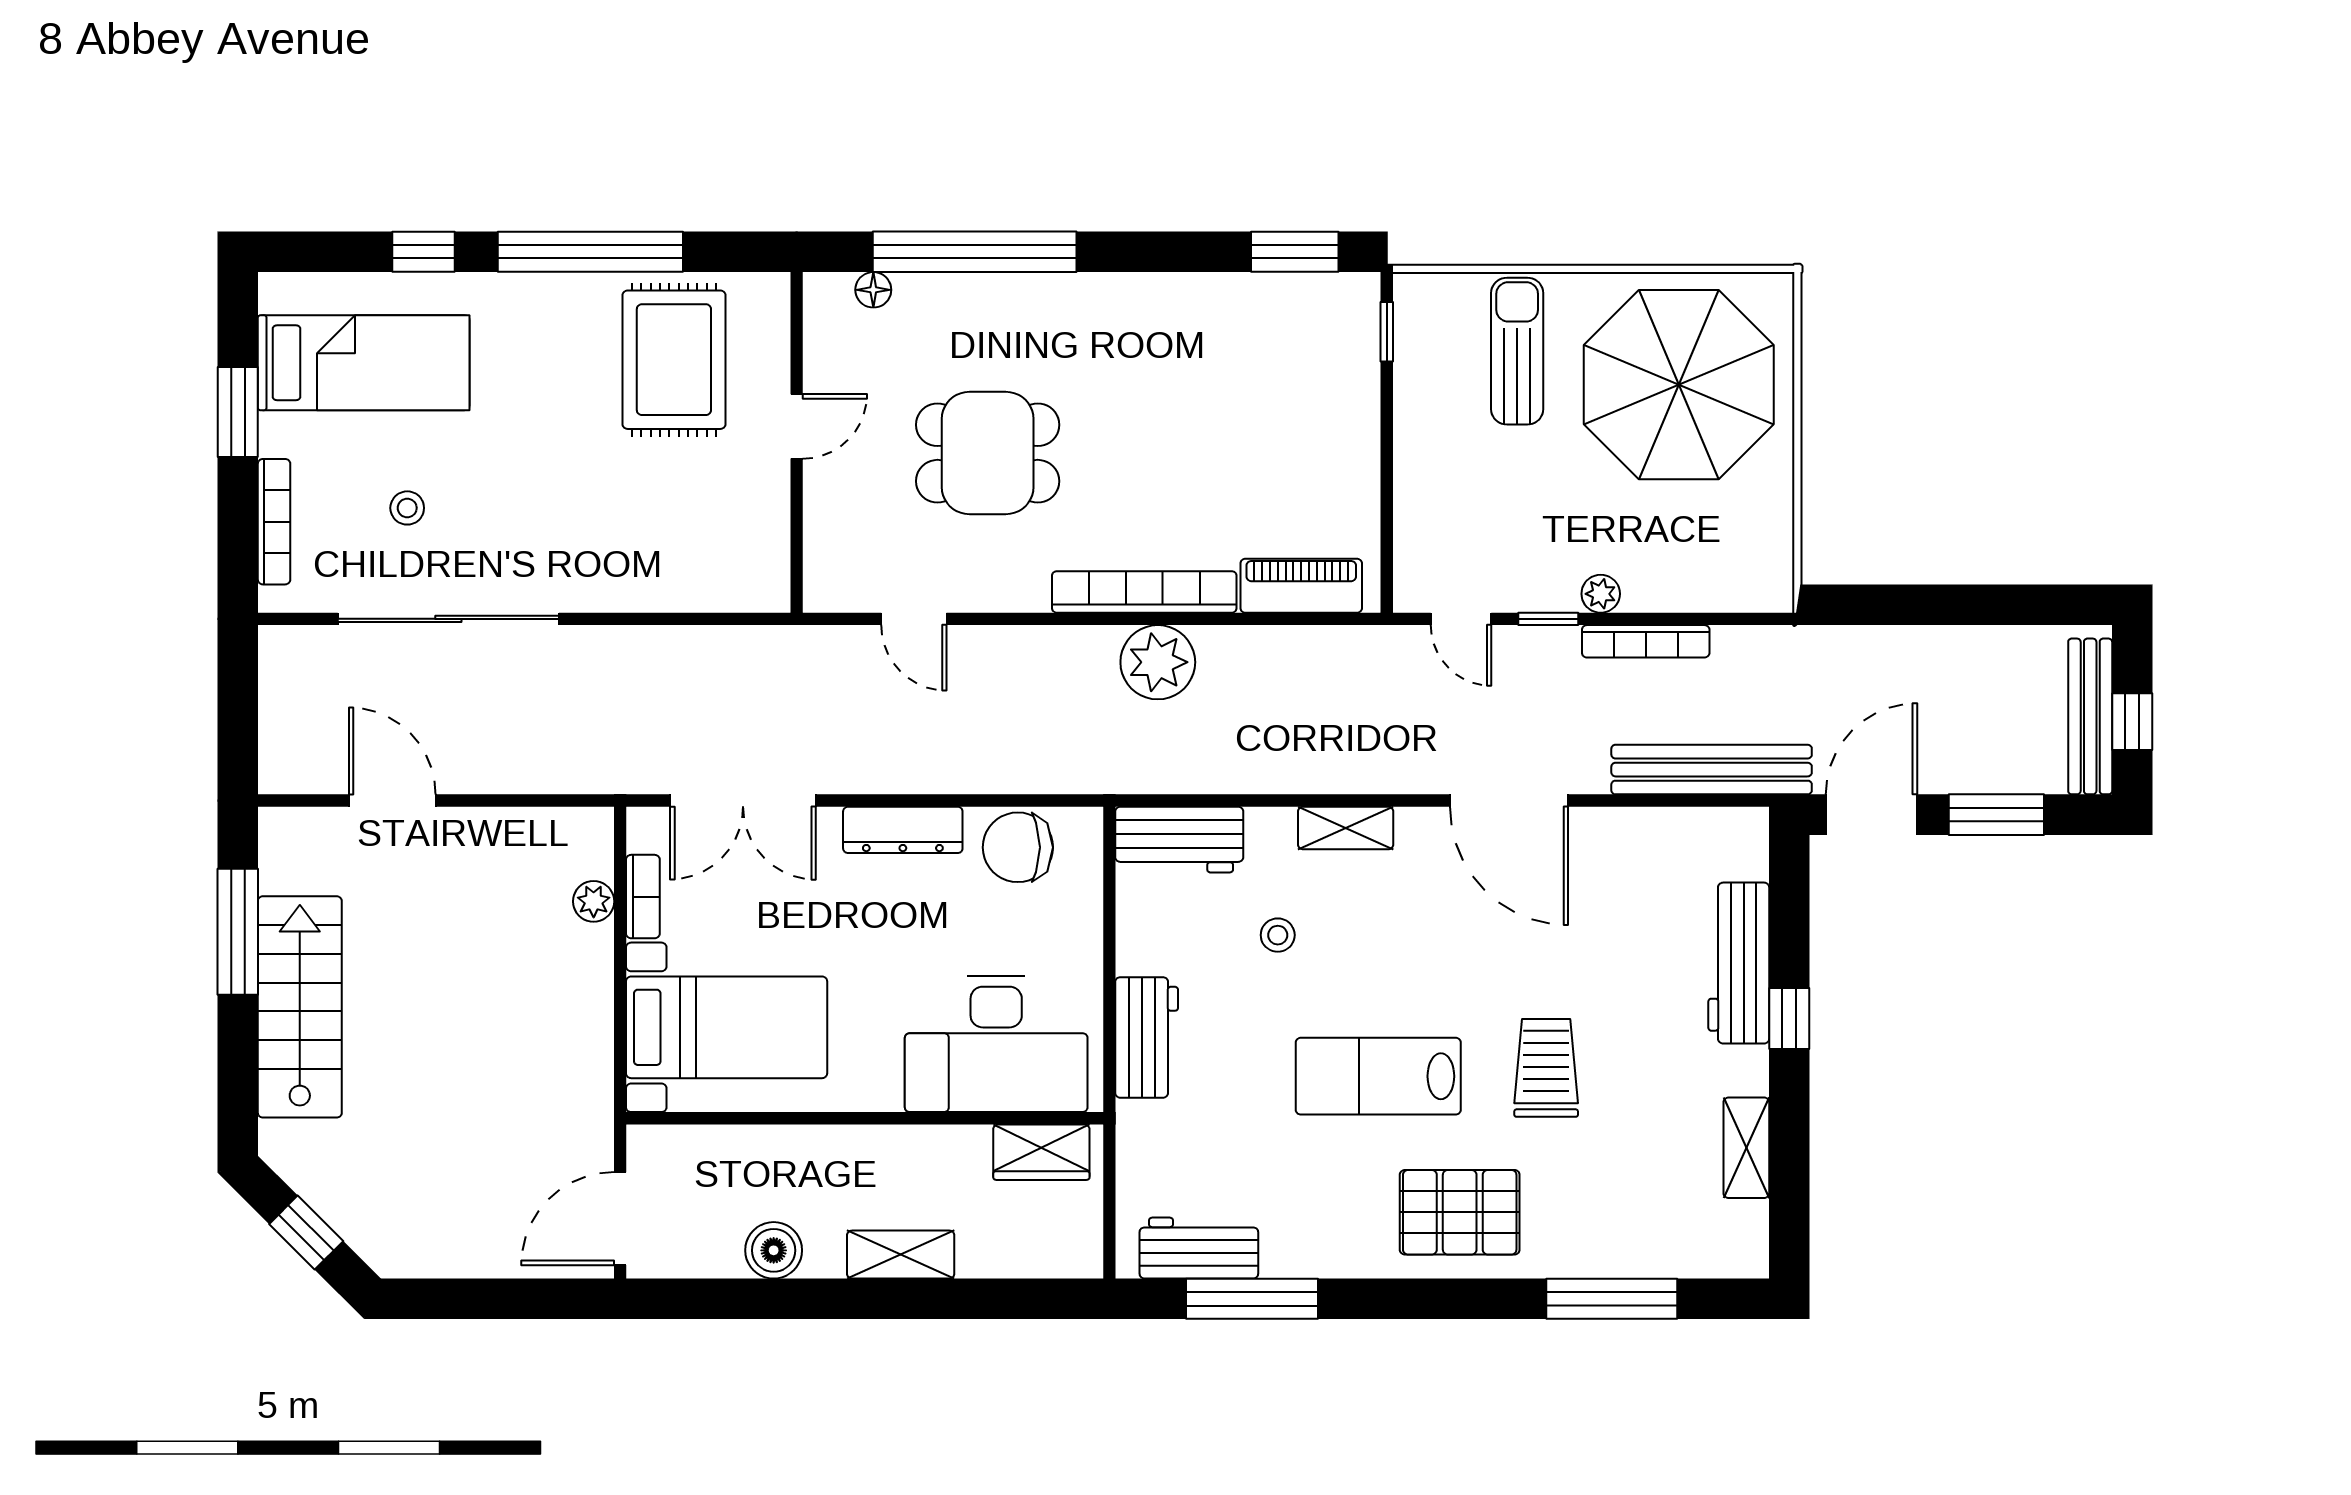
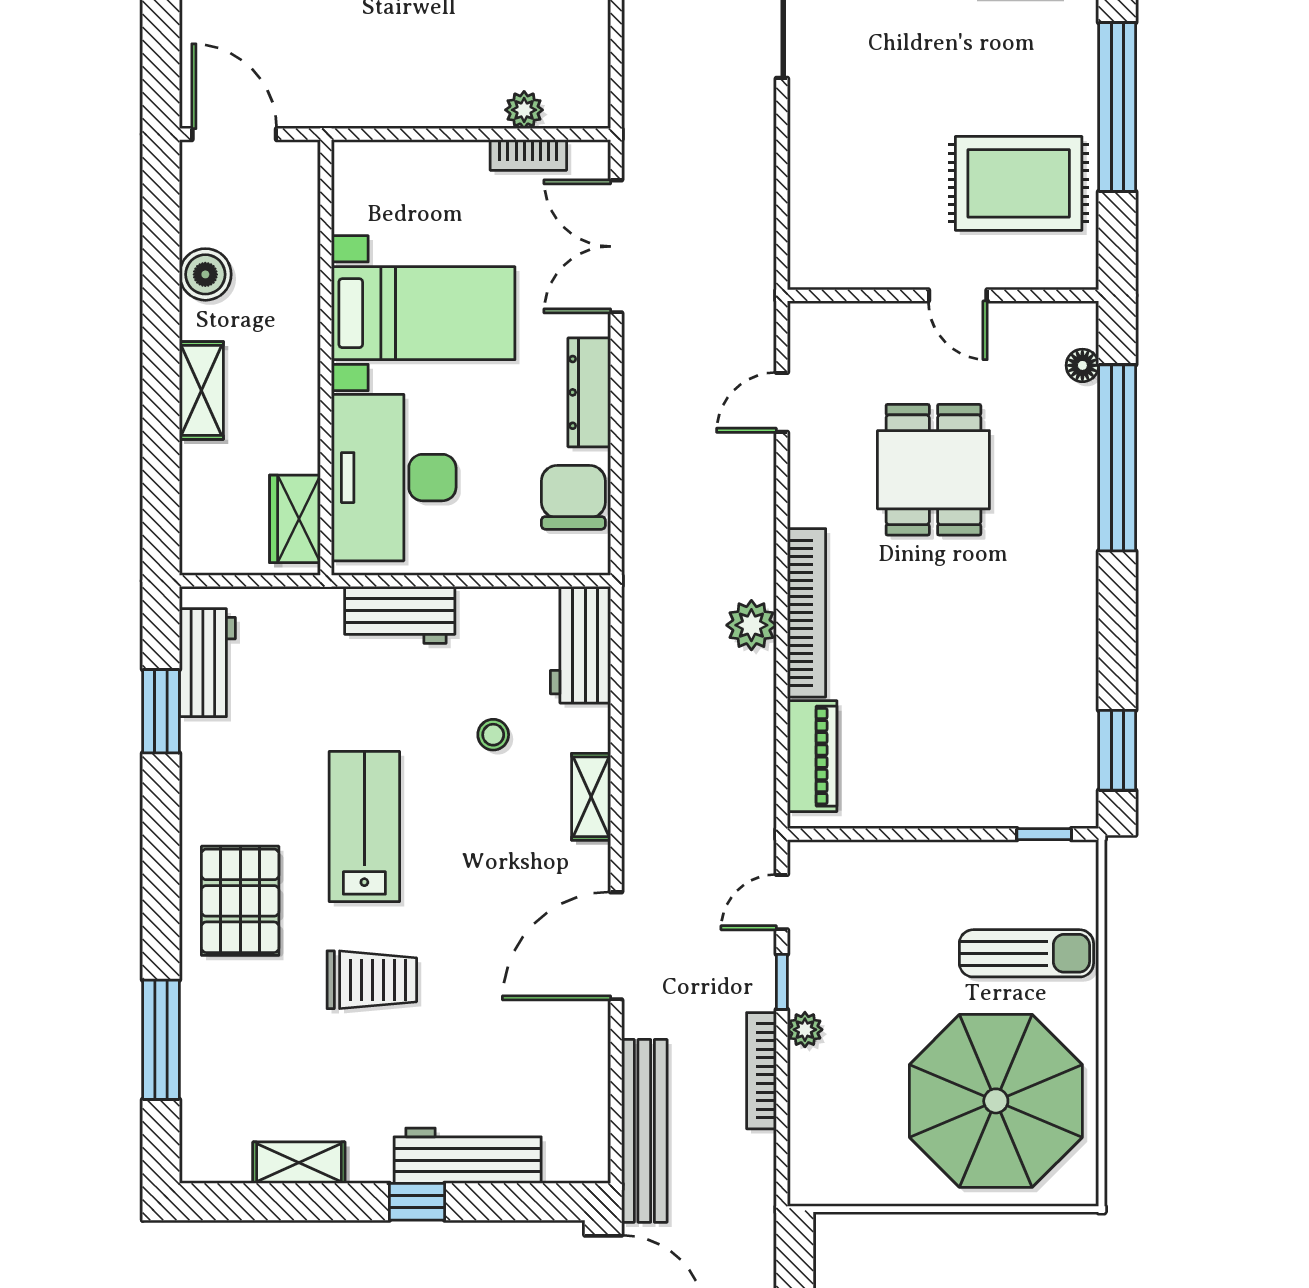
plant: (1158, 662) -> (751, 625), width x0.73, depth x0.73
bed with nightstands: (727, 1027) -> (423, 313), moved, turned -90
window: (1252, 1299) -> (161, 711), width x0.69

